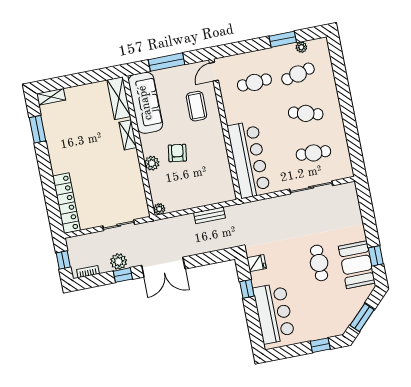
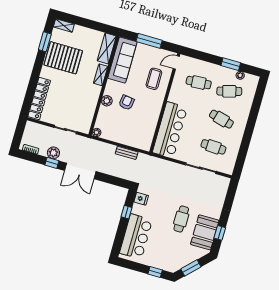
pallet: (71, 137) -> (63, 58), added
window: (63, 260) -> (19, 134), removed

